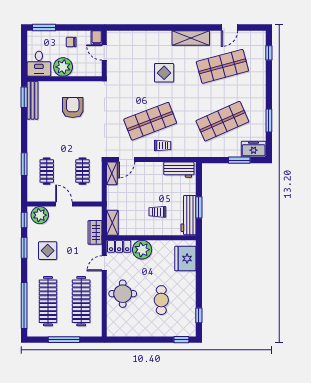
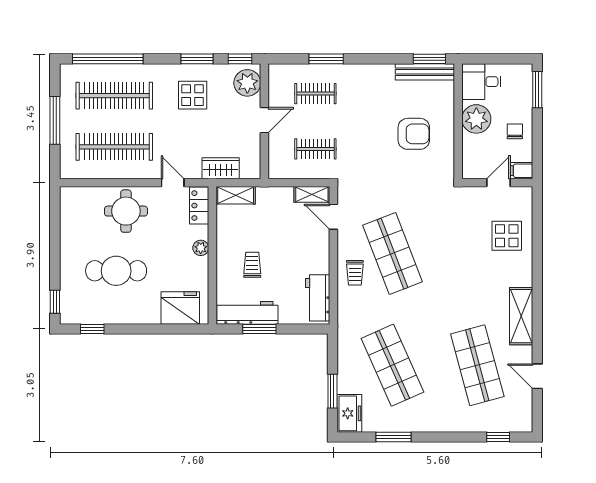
display table: (164, 73) -> (507, 236), moved
plant: (142, 250) -> (201, 248), width x0.53, depth x0.53
cafe table: (161, 300) -> (116, 271), width x1.37, depth x1.35

